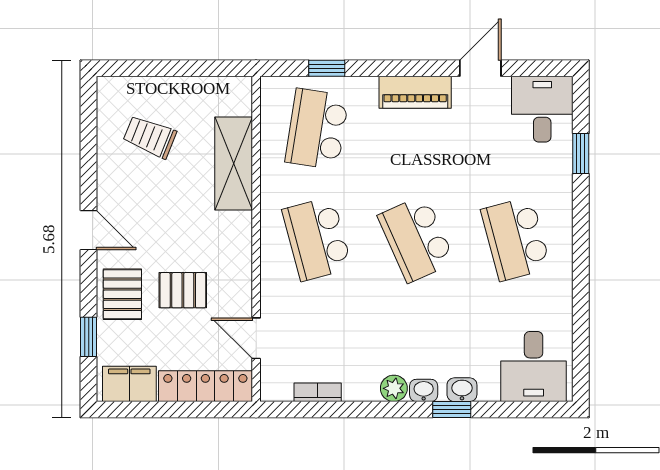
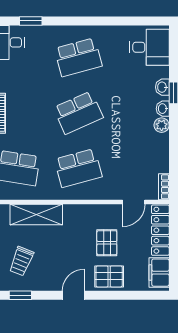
window: (89, 337) -> (20, 295), moved
bookcase: (318, 392) -> (164, 187), moved

